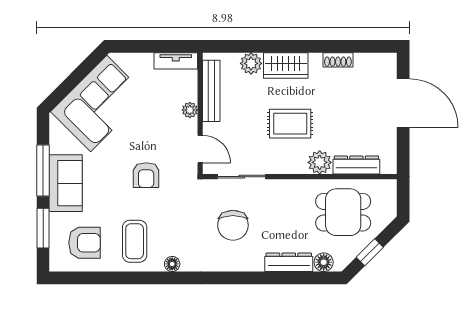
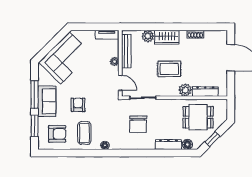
armchair: (146, 175) -> (78, 105), moved, turned 180

